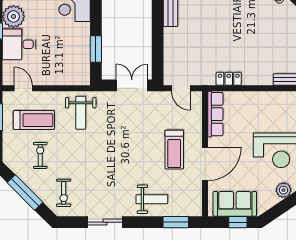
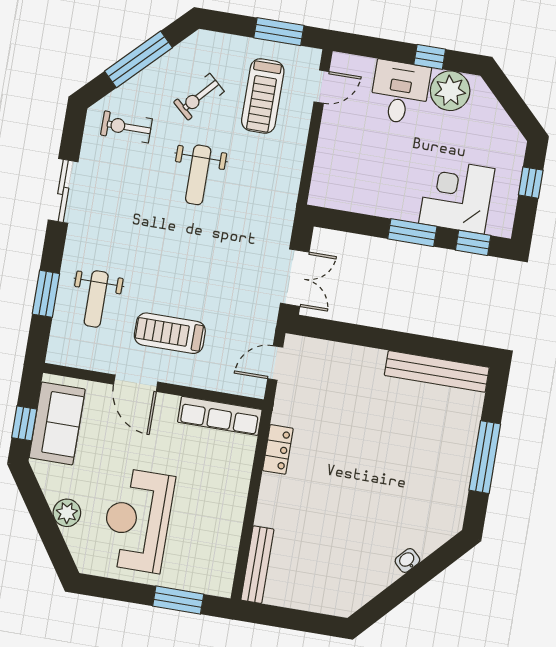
window: (96, 49) -> (412, 233), moved
weight bench: (81, 113) -> (198, 175), moved, turned -90
exercise bike: (40, 155) -> (199, 97), turned 132
door: (205, 164) -> (136, 383), width x0.73
weight bench: (152, 199) -> (96, 299), moved
window: (176, 222) -> (46, 294), moved

